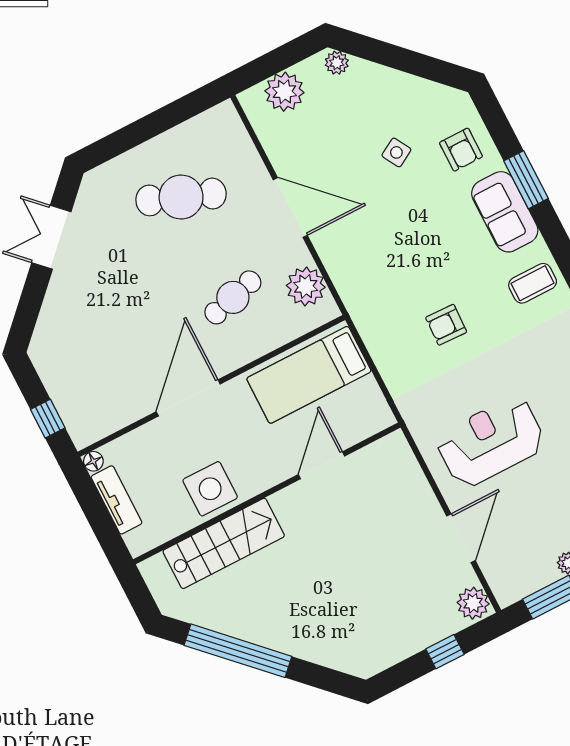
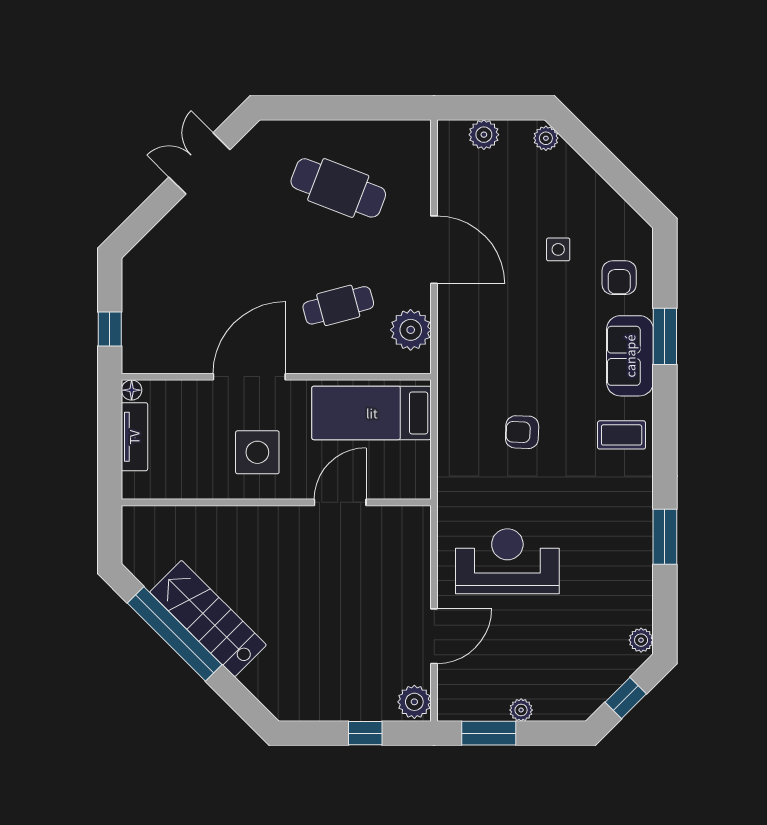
plant: (284, 92) -> (484, 135), width x0.73, depth x0.73
side table: (396, 152) -> (558, 249), turned 30
side table: (210, 489) -> (257, 452), moved
stairs: (224, 543) -> (208, 619), moved, turned -135

